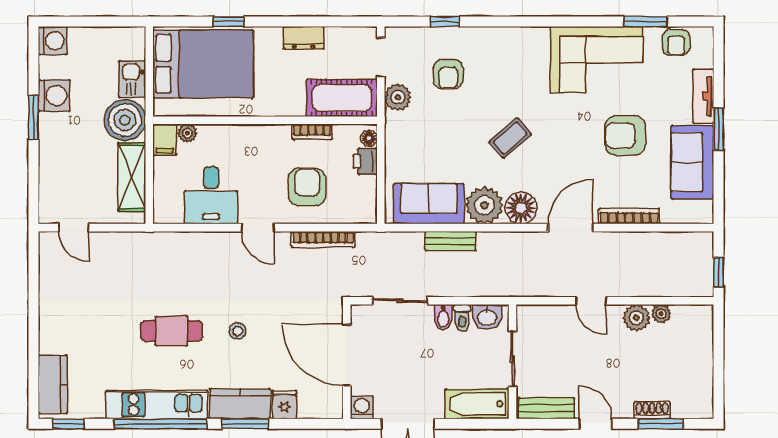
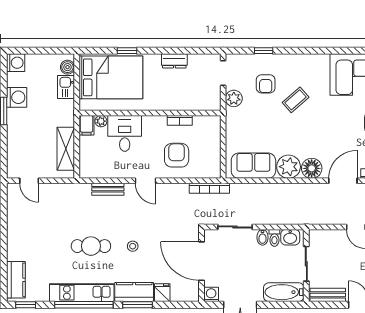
cot: (342, 98) -> (198, 99), removed
boiler: (125, 120) -> (67, 67), moved, width x0.54, depth x0.54
floor lamp: (369, 138) -> (216, 124), removed
coffee table: (510, 138) -> (296, 100), moved
printer: (365, 161) -> (213, 139), removed
desk: (211, 195) -> (125, 133), moved, turned 180
bookcase: (323, 239) -> (209, 188), moved
bench: (451, 241) -> (108, 189), moved

